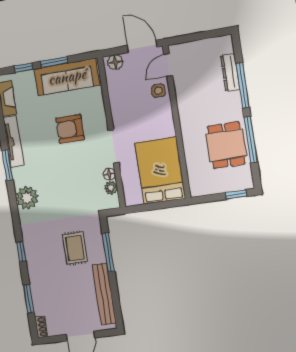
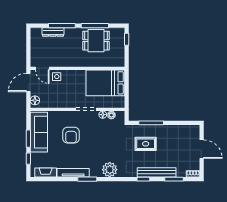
bench: (104, 294) -> (157, 172), moved

